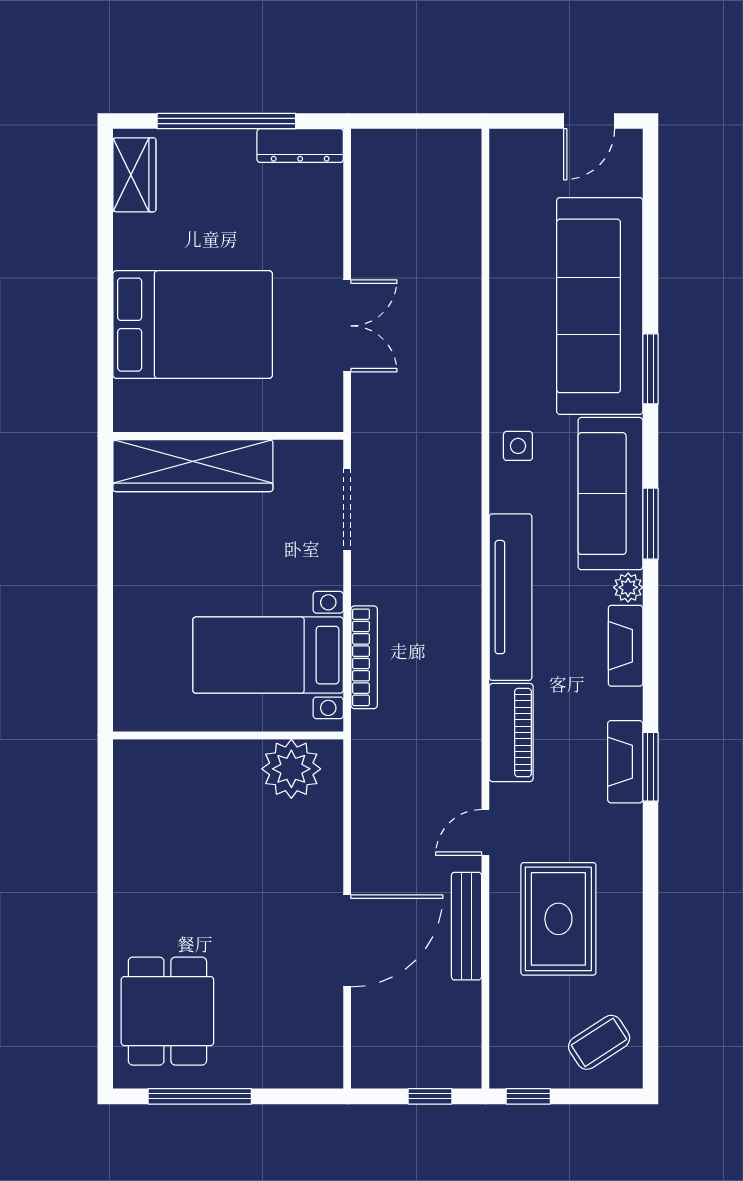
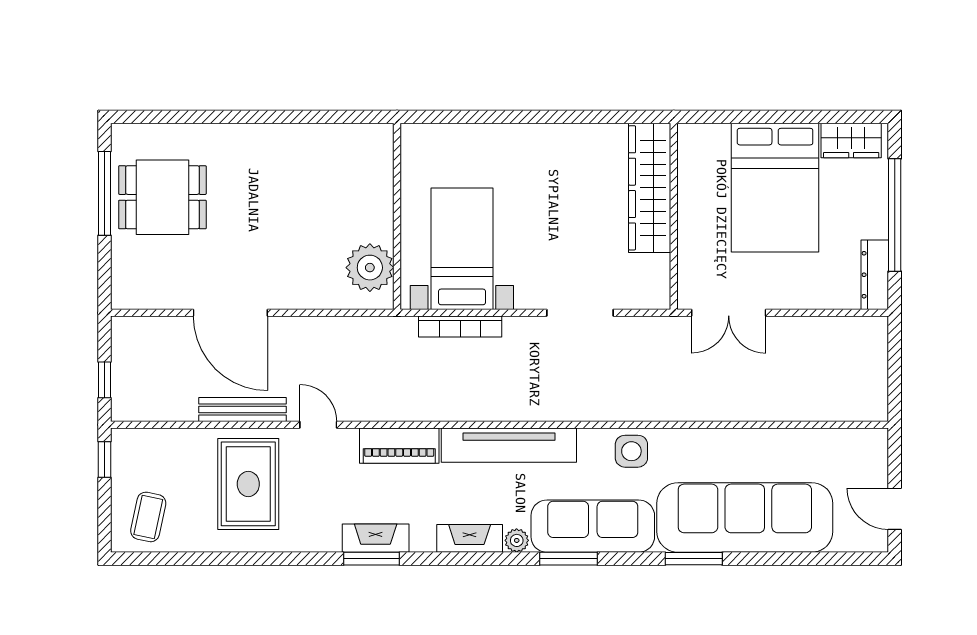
bed: (193, 325) -> (775, 188), moved
wall: (228, 436) -> (674, 216), moved
side table: (518, 446) -> (631, 451), width x1.37, depth x1.37
wardrobe: (193, 466) -> (650, 188), moved
rug: (558, 919) -> (248, 484), turned 90
dining table: (167, 1011) -> (162, 197), moved
coffee table: (599, 1042) -> (148, 517), turned 45

